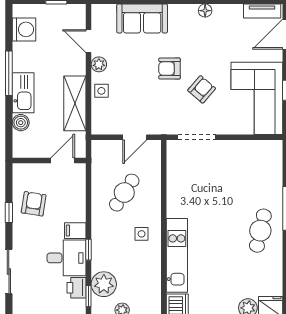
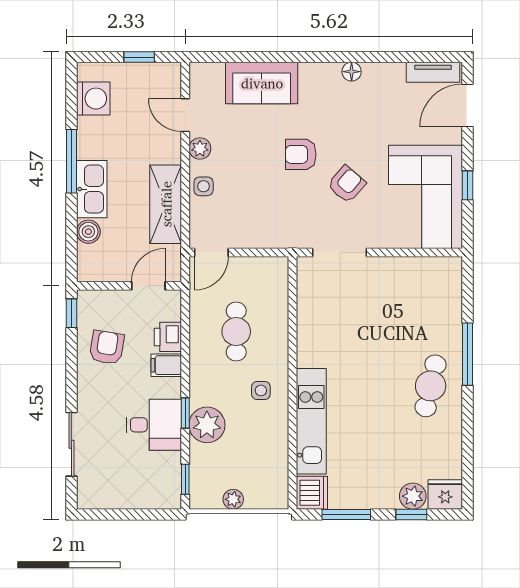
door: (135, 137) -> (211, 253), moved
cafe table: (124, 193) -> (236, 332), turned -33
window: (9, 212) -> (71, 313), moved
filing cabinet: (75, 231) -> (166, 365), moved
plant: (104, 284) -> (207, 425), moved
printer: (76, 288) -> (168, 337), moved

